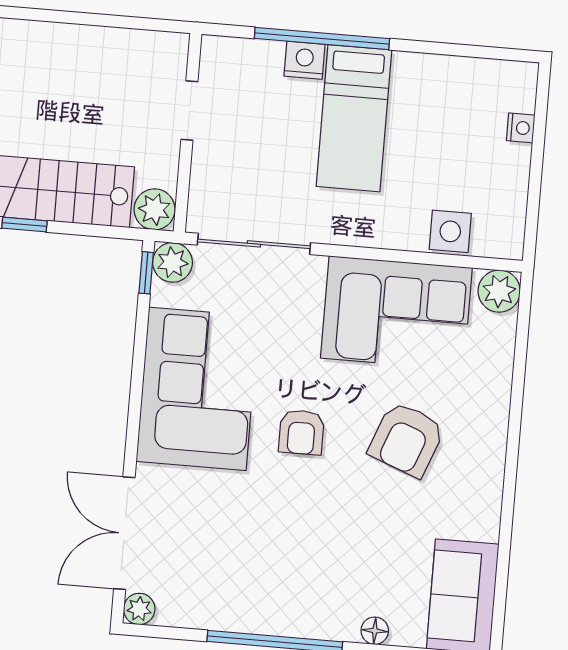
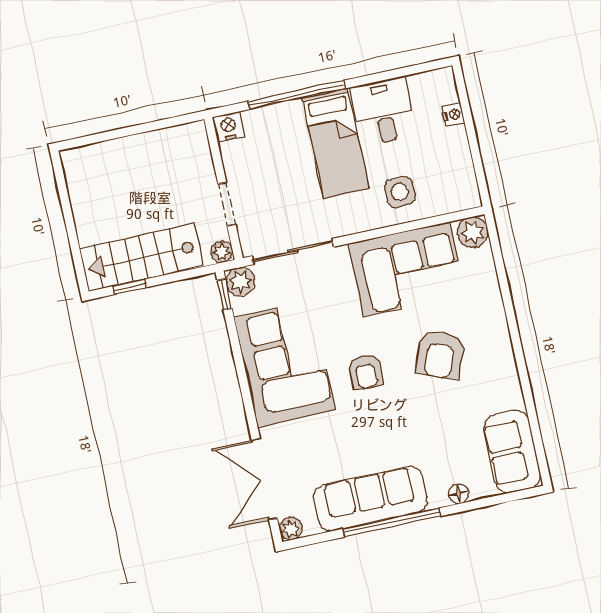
nightstand: (305, 60) -> (228, 127), moved
desk: (430, 95) -> (383, 111), added
doorway: (189, 111) -> (227, 204), moved
plant: (154, 209) -> (222, 252), width x0.73, depth x0.73
side table: (450, 231) -> (400, 192), moved
sofa: (256, 602) -> (370, 499), added

